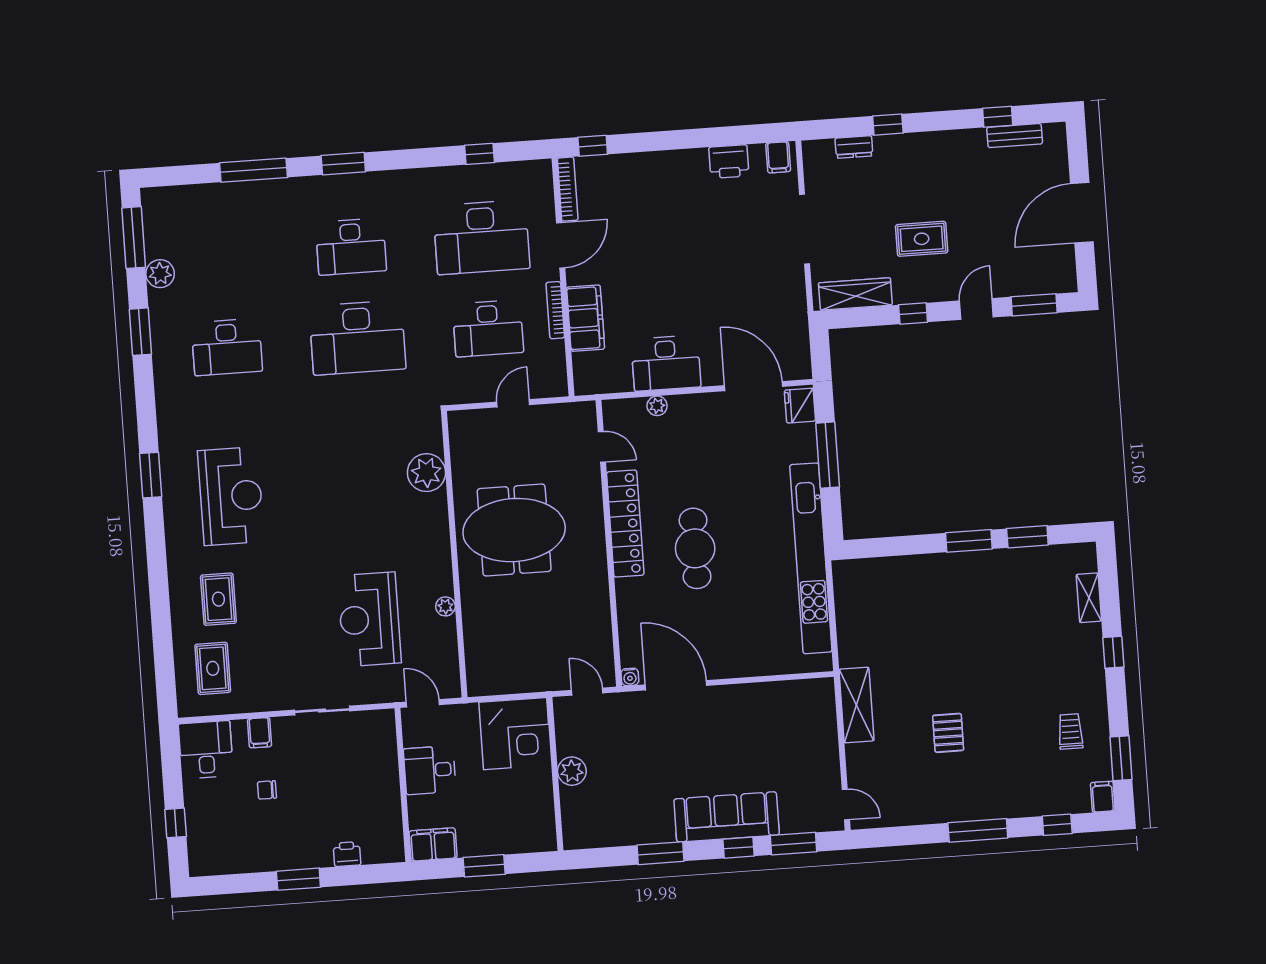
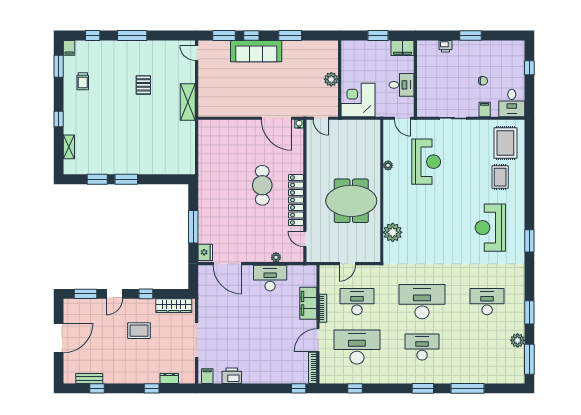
kitchen unit: (811, 558) -> (205, 176), removed
rug: (213, 668) -> (505, 143), width x1.36, depth x1.43

